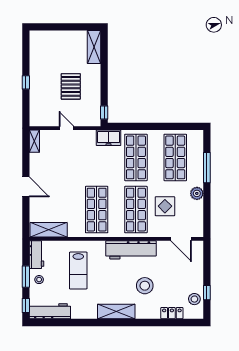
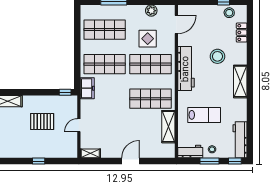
plant: (197, 193) -> (151, 11), moved
shelving: (49, 230) -> (168, 127), moved

